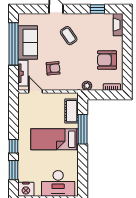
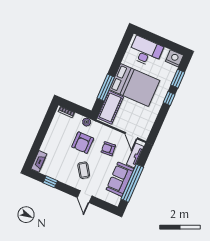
armchair: (107, 60) -> (83, 143), moved, turned 90
cot: (72, 111) -> (110, 107), width x1.37, depth x1.34
bed: (55, 139) -> (135, 85), width x1.50

